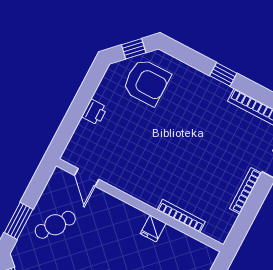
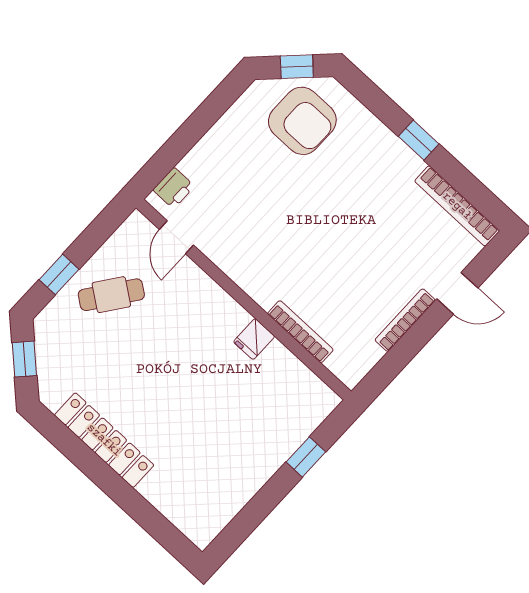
printer: (95, 112) -> (174, 188), moved
window: (19, 221) -> (59, 274), width x0.67

